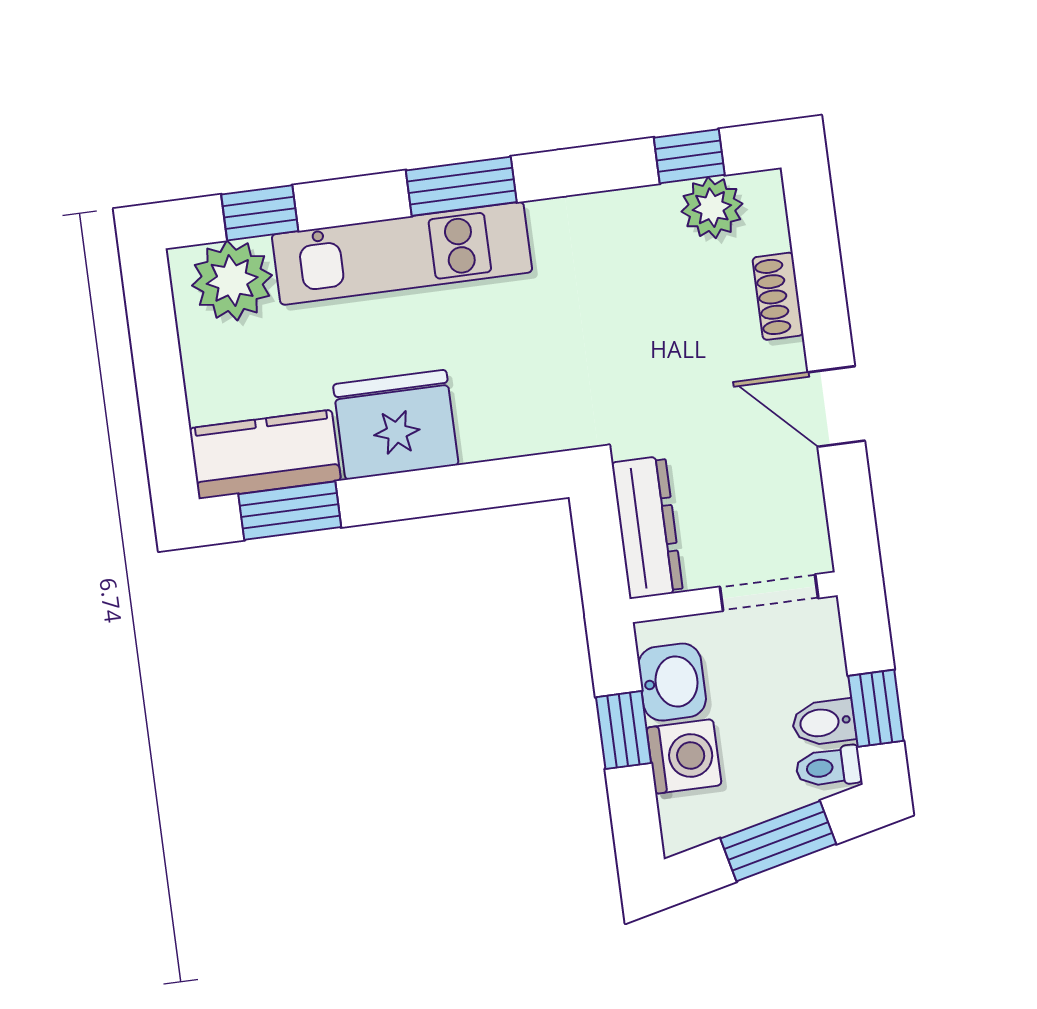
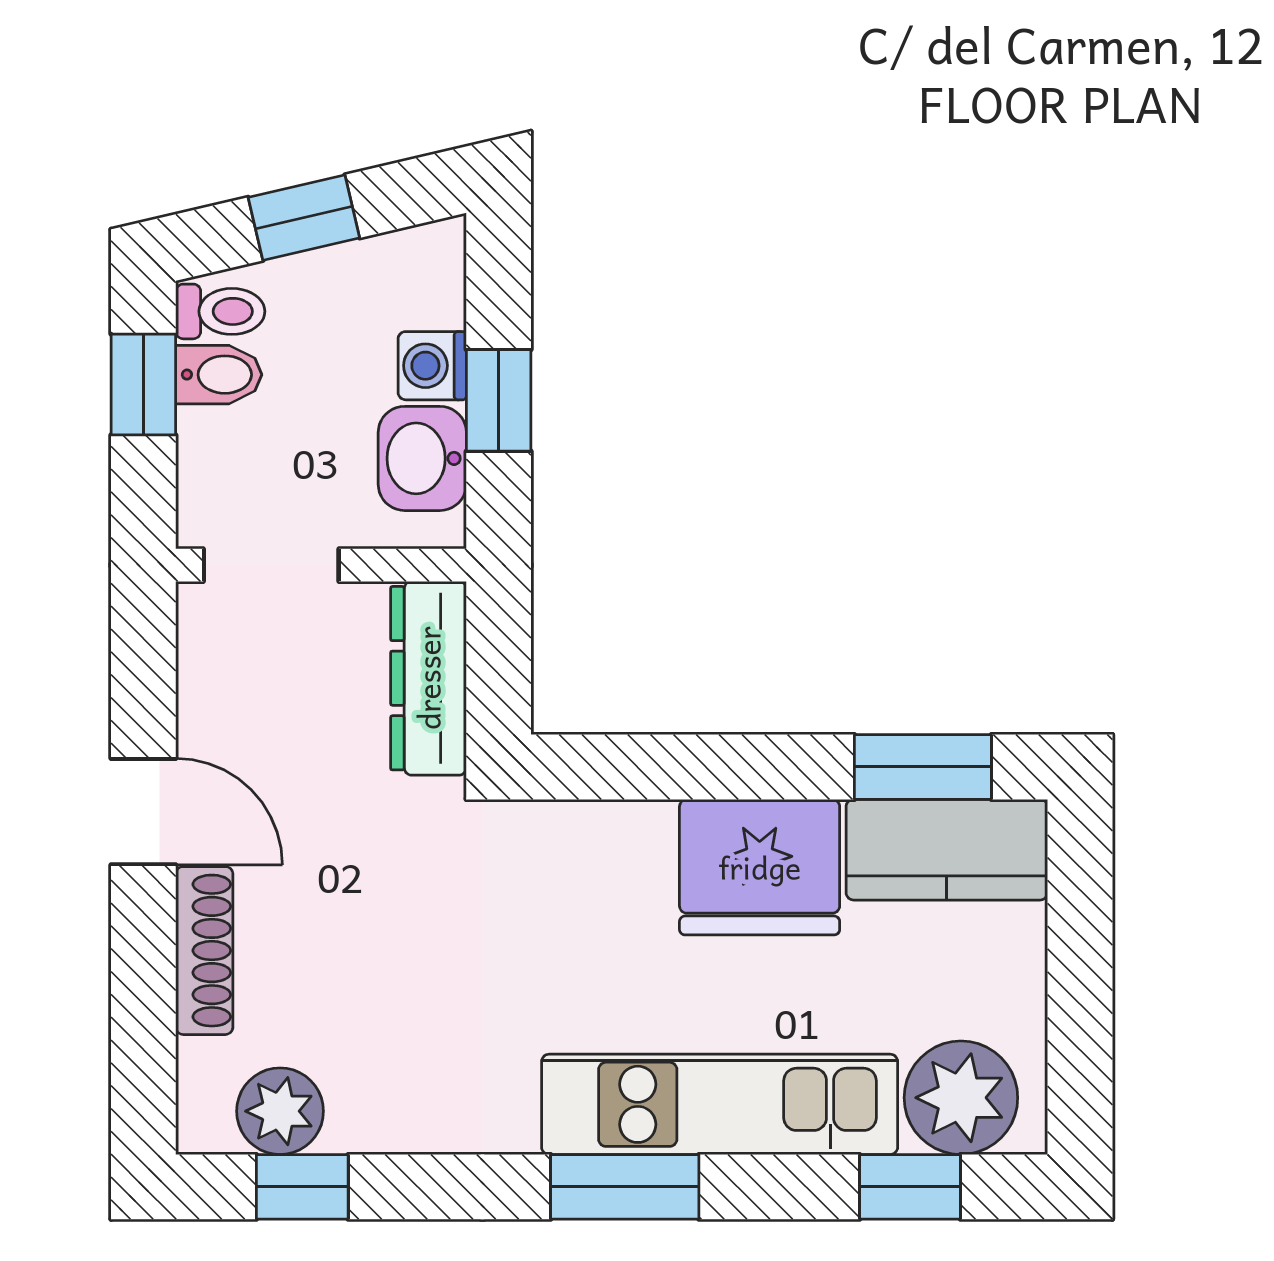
shoe rack: (778, 296) -> (204, 951), width x1.43
washing machine: (684, 756) -> (432, 366), width x0.73, depth x0.73
window: (778, 841) -> (304, 218), width x0.67

